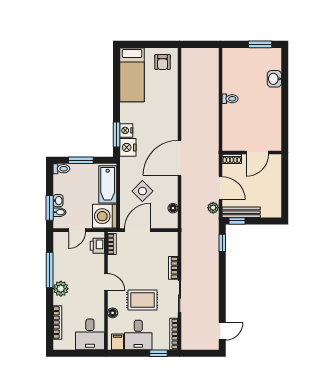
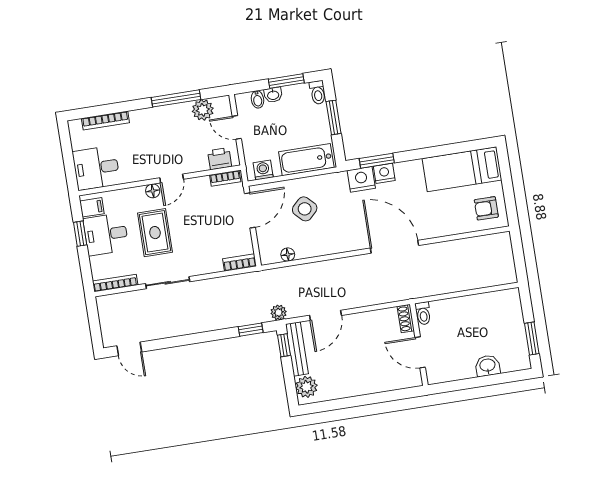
toilet: (230, 99) -> (423, 313), moved
wall: (252, 152) -> (419, 345), moved
door: (257, 152) -> (420, 352), moved
door: (180, 158) -> (395, 247), moved
shoe rack: (232, 159) -> (406, 319), moved
window: (50, 208) -> (286, 81), moved
plant: (213, 208) -> (279, 313), moved
plant: (269, 210) -> (306, 387), added
washing machine: (105, 216) -> (263, 170), width x0.53, depth x0.53
door: (137, 230) -> (250, 210), hinge flipped
bookcase: (173, 268) -> (239, 263), moved
plant: (61, 289) -> (203, 110), moved
floor lamp: (113, 313) -> (153, 191), moved
window: (159, 353) -> (80, 234), moved

